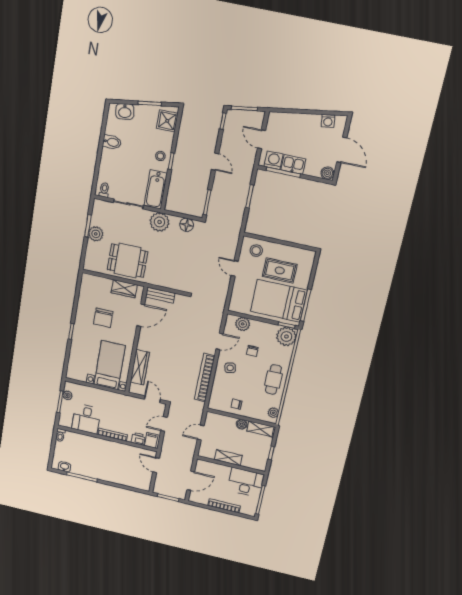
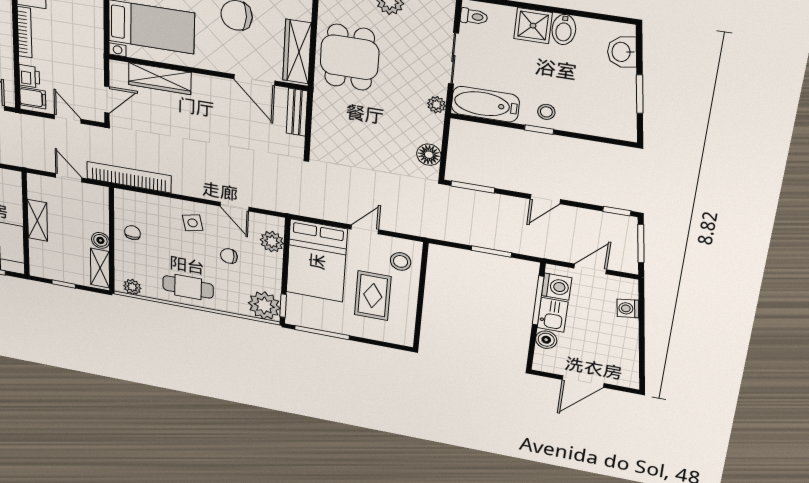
shower: (167, 121) -> (533, 26), moved
washing machine: (328, 121) -> (628, 308), moved
boiler: (327, 173) -> (546, 340), moved
plant: (159, 222) -> (436, 105), width x0.53, depth x0.53
wardrobe: (124, 289) -> (297, 52), width x1.50
bed: (279, 301) -> (317, 261), moved, turned 180
bookcase: (205, 378) -> (129, 177), moved

